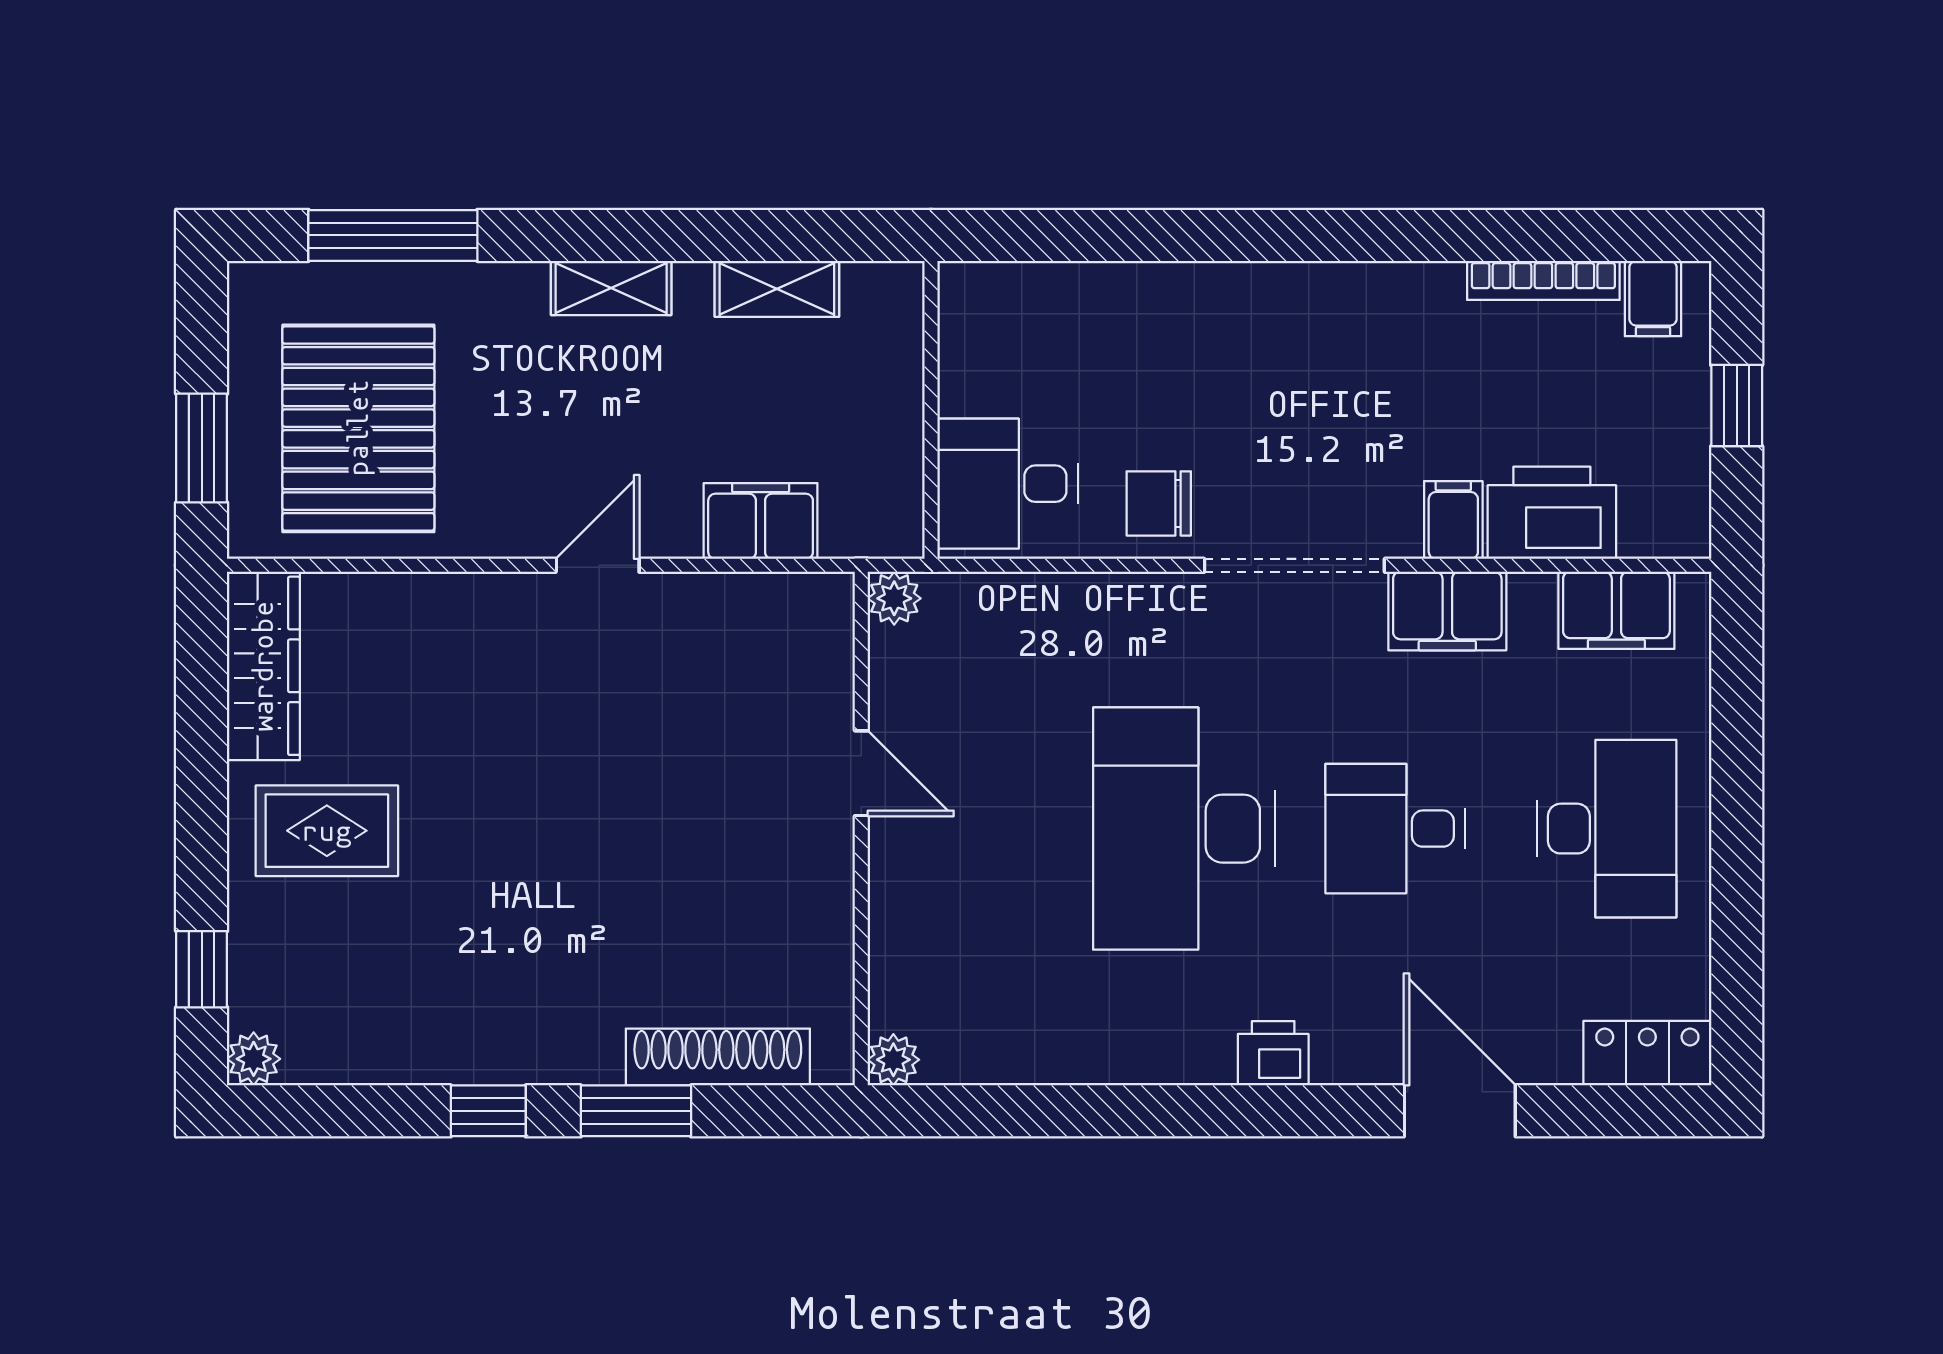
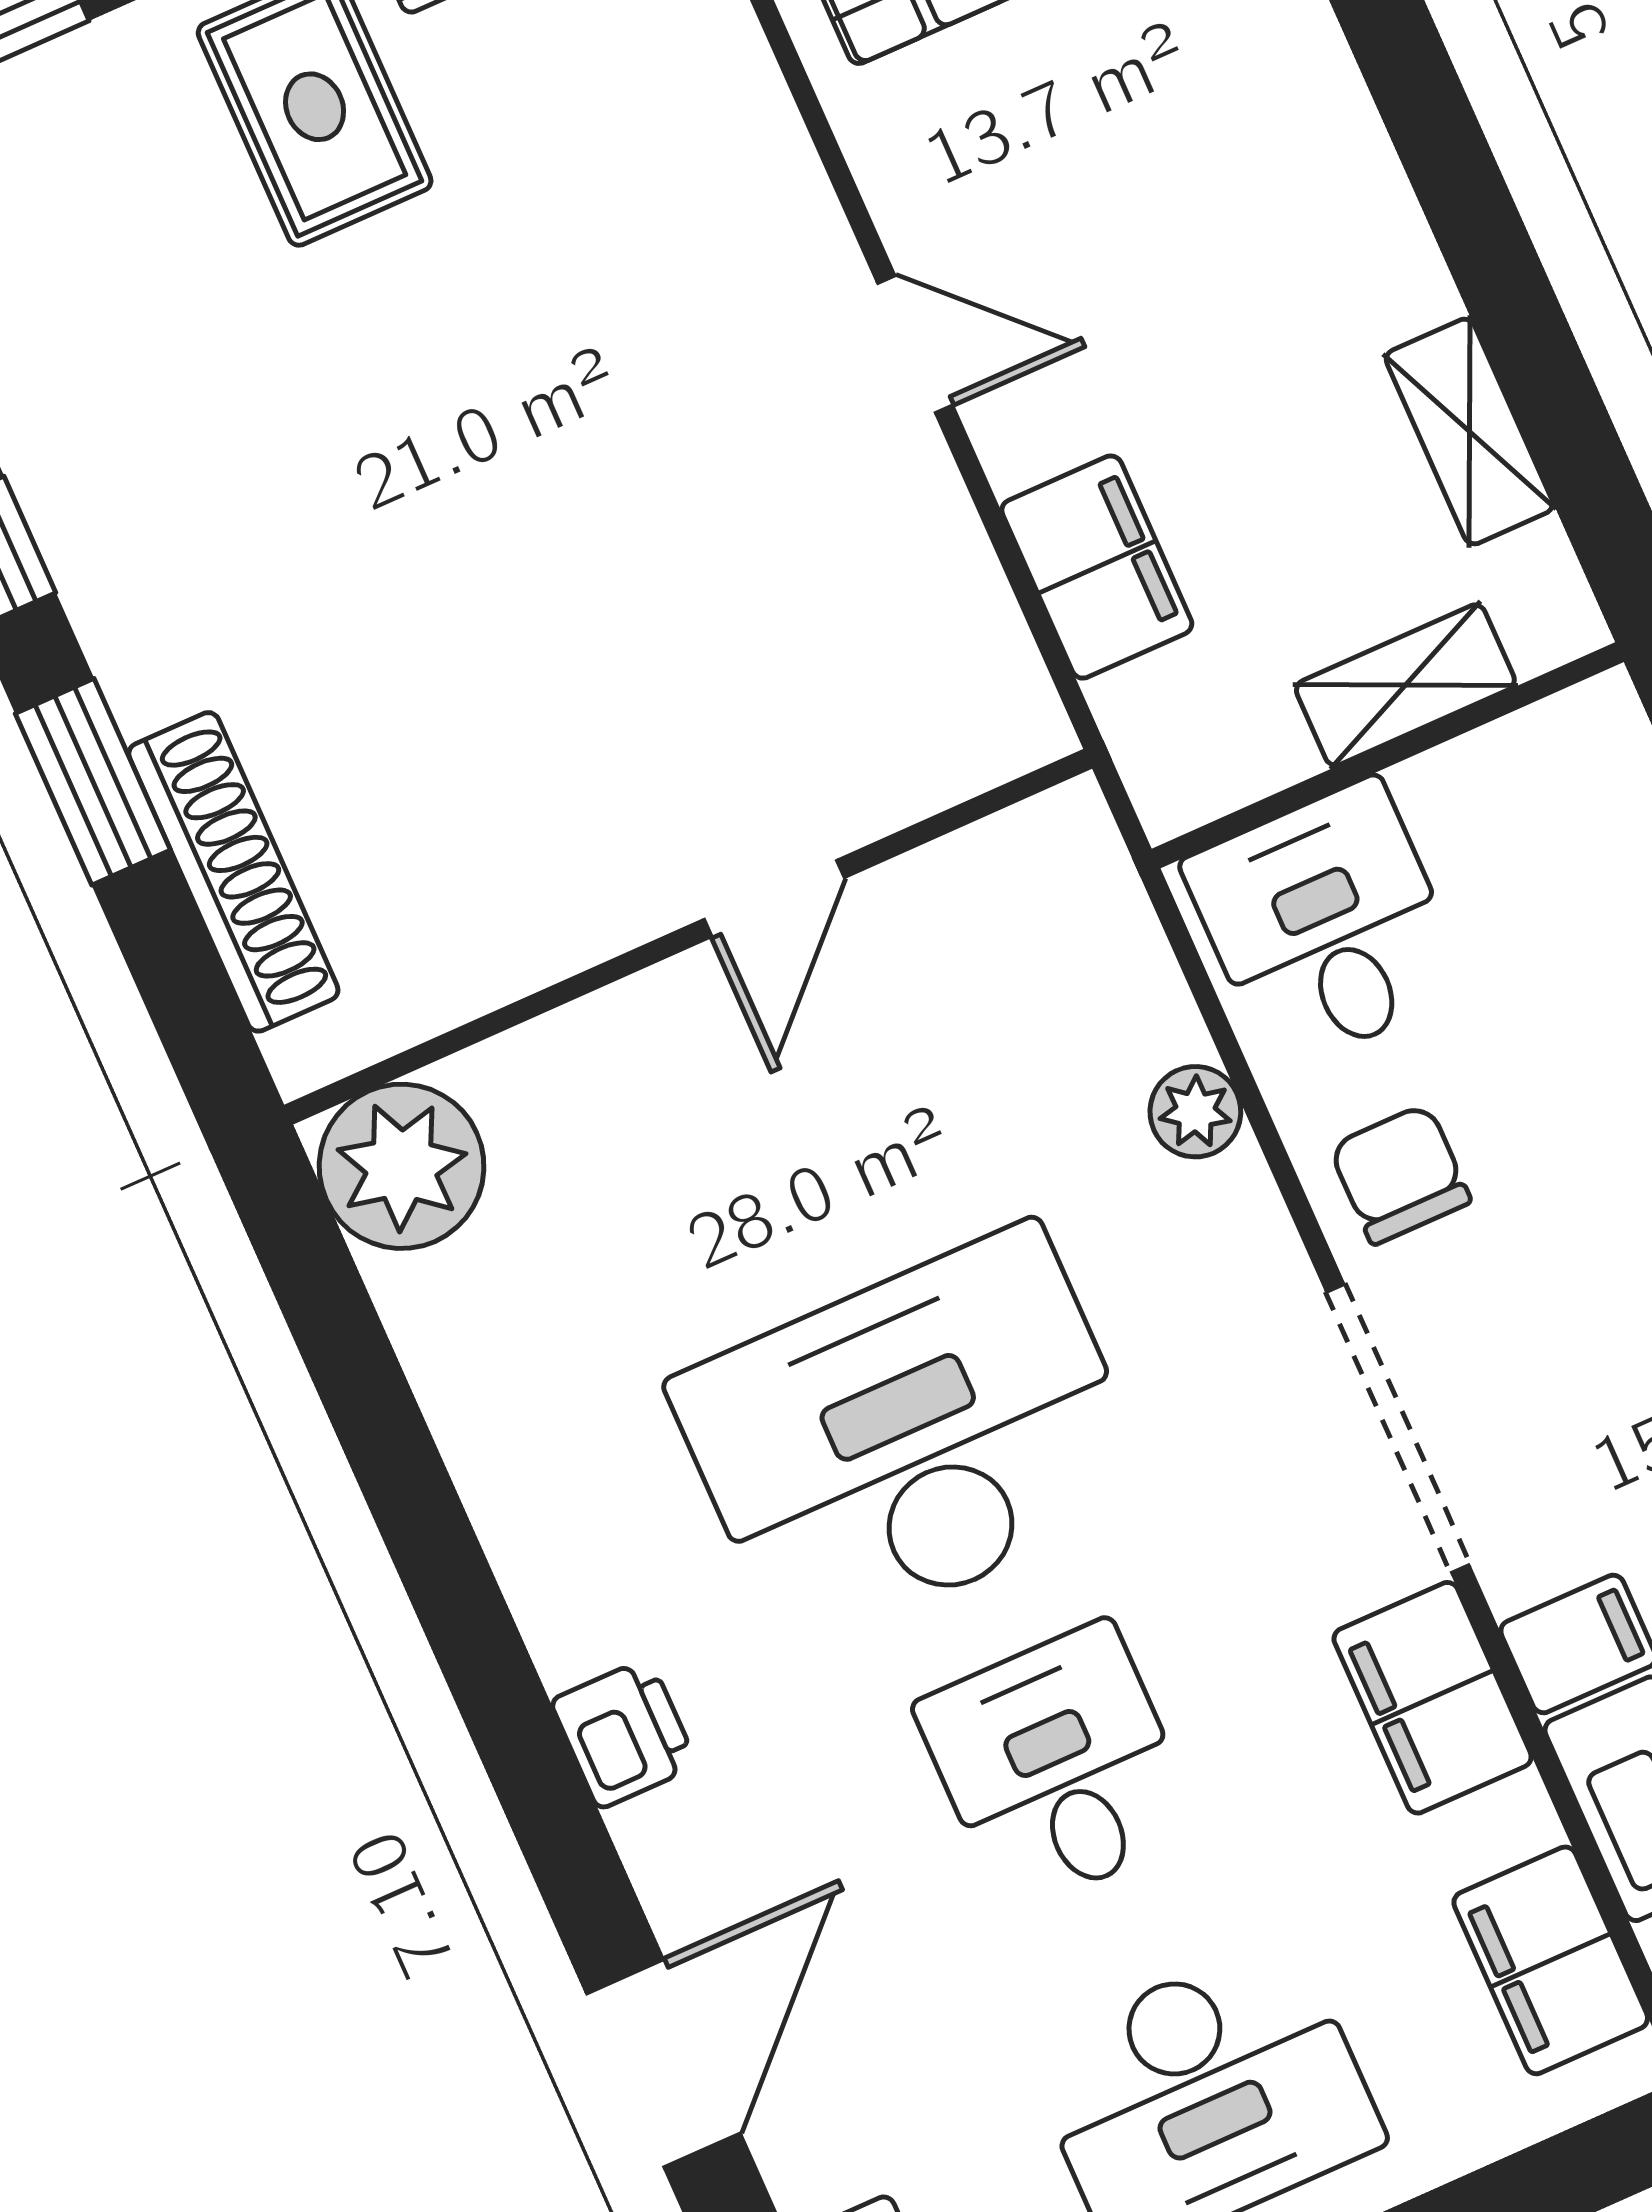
shelving: (611, 288) -> (1405, 685), moved, turned 90
plant: (894, 598) -> (1195, 1112), moved
plant: (893, 1060) -> (402, 1166), width x1.88, depth x1.88

